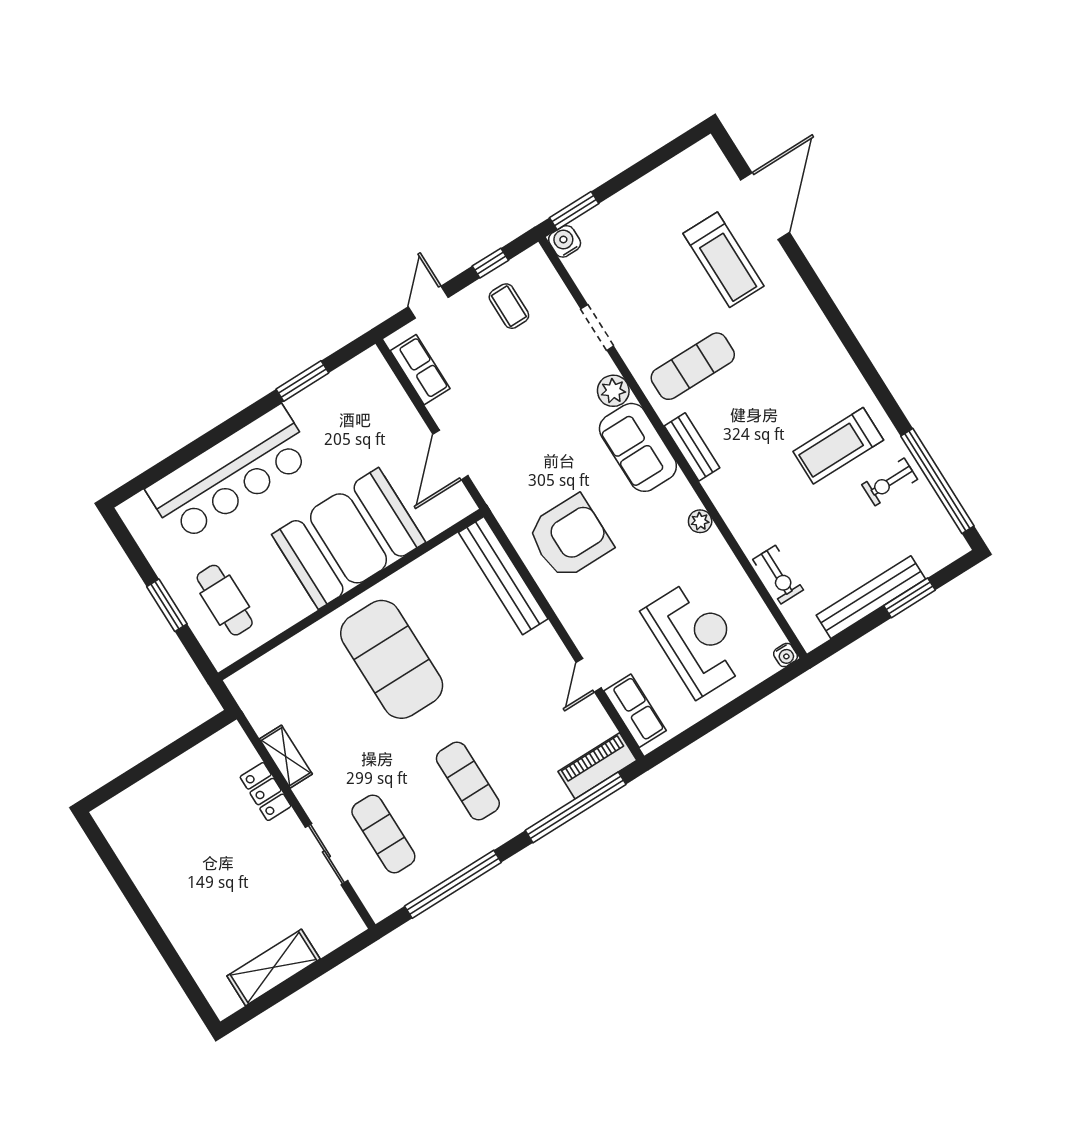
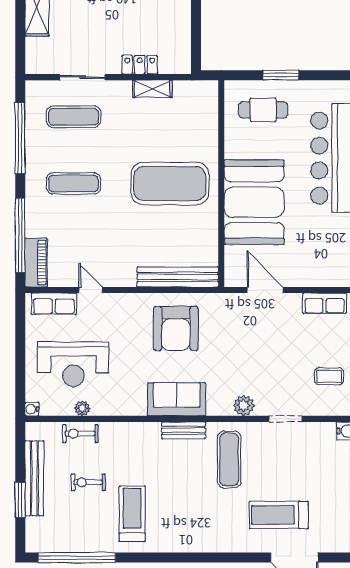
sofa: (638, 447) -> (177, 399), moved
exercise bike: (890, 482) -> (88, 482), moved, turned -90
plant: (700, 521) -> (82, 408), moved

